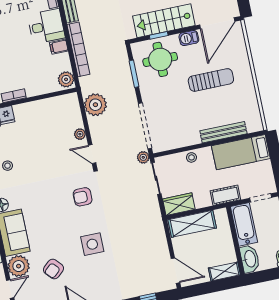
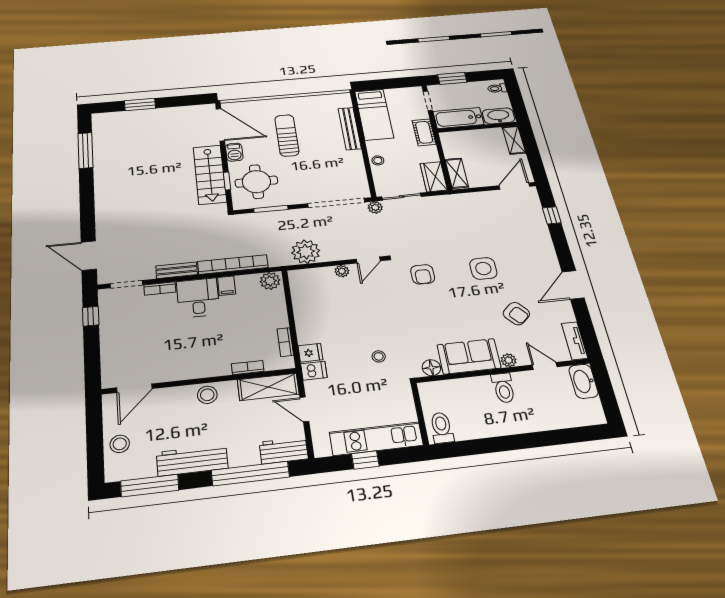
shelving: (192, 224) -> (457, 173), width x0.67, depth x0.75
plant: (19, 266) -> (509, 360), width x0.53, depth x0.53

